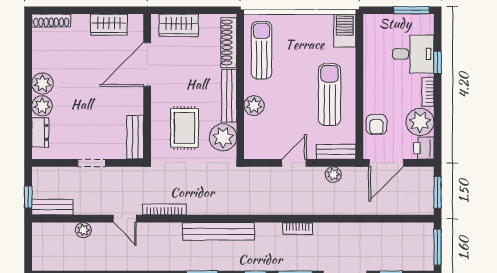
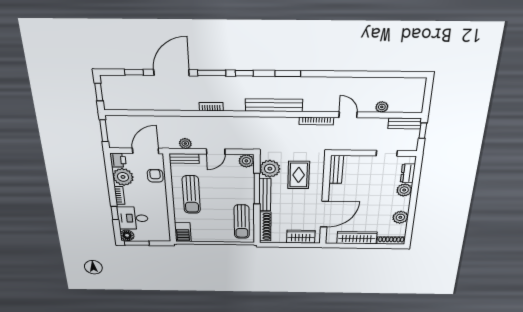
floor lamp: (424, 24) -> (127, 235), added
wardrobe: (109, 25) -> (357, 238), width x1.50
plant: (42, 84) -> (400, 217), moved
window: (240, 105) -> (257, 189), added
plant: (254, 106) -> (246, 161), moved
doorway: (92, 163) -> (387, 153), moved
window: (438, 247) -> (99, 92), width x0.67

